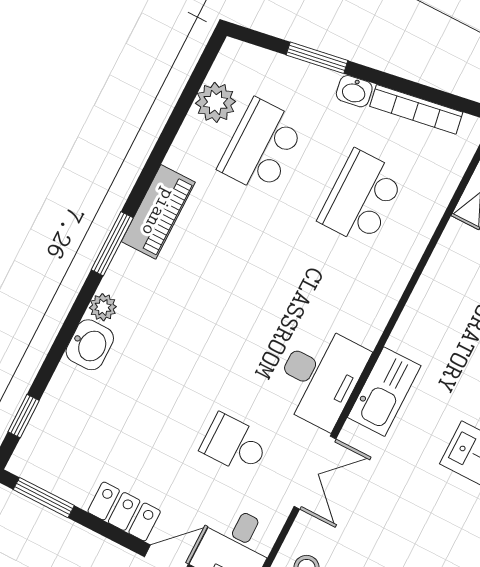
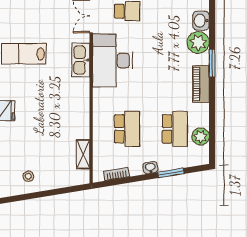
bookcase: (416, 109) -> (117, 174), width x0.64
plant: (103, 307) -> (198, 42), width x1.88, depth x1.88
desk: (320, 376) -> (113, 60), width x1.36, depth x1.30

